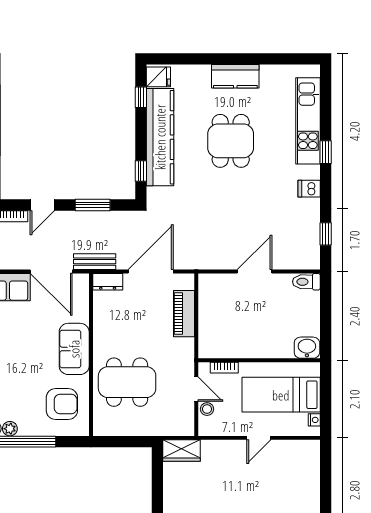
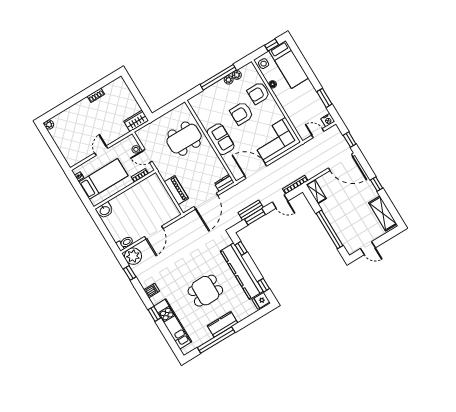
window: (258, 59) -> (216, 340), added
dining table: (231, 141) -> (205, 291), turned 90
door: (42, 205) -> (280, 202), swing flipped
plant: (306, 255) -> (133, 256), added
bench: (95, 262) -> (251, 210), moved
armchair: (62, 404) -> (242, 113), moved

